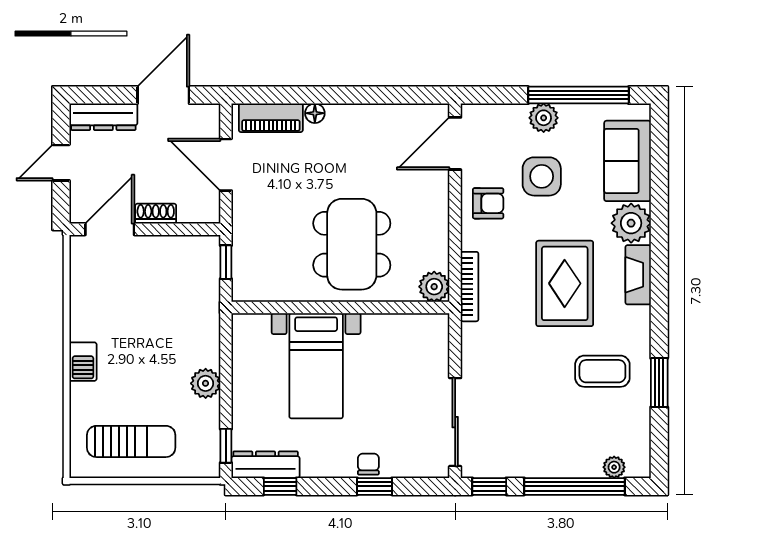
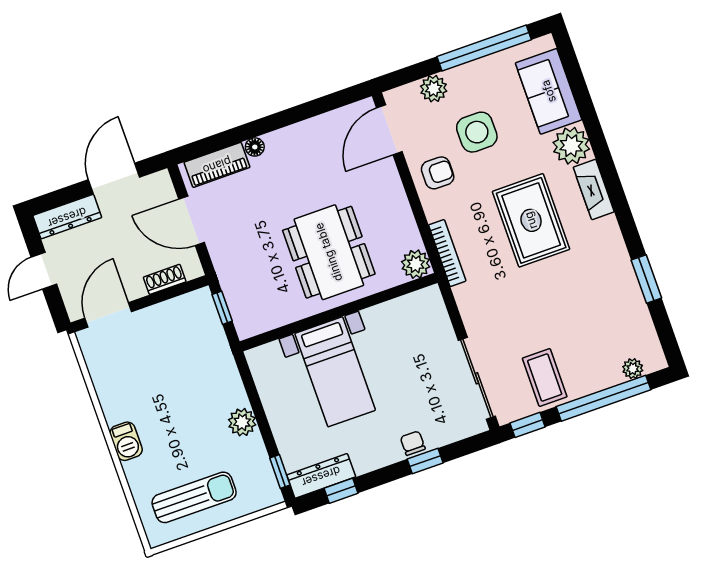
plant: (544, 118) -> (434, 89), moved
shoe rack: (156, 214) -> (165, 279), moved
coffee table: (602, 371) -> (545, 377), moved, turned 90

